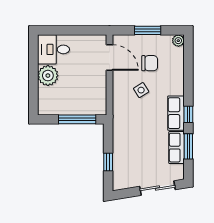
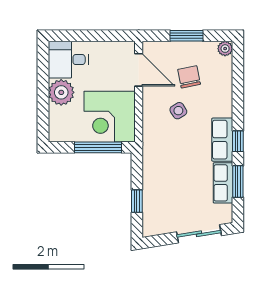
chair: (150, 63) -> (189, 77), turned -101
corner desk: (86, 95) -> (110, 117), added

